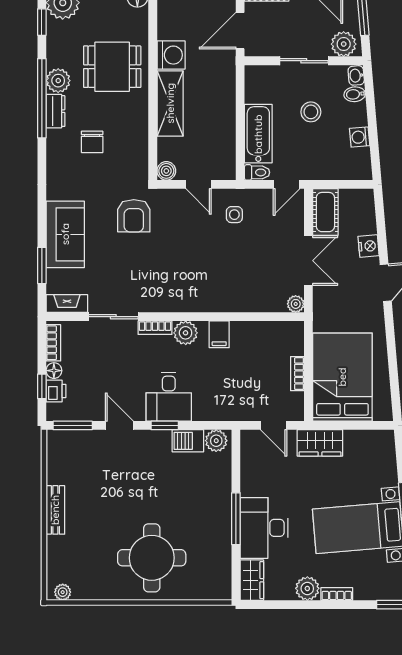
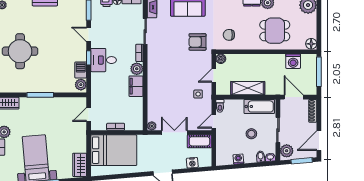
washing machine: (171, 55) -> (293, 61), moved
dining table: (112, 67) -> (275, 31), turned 90
shelving: (170, 103) -> (248, 88), moved
bathtub: (258, 134) -> (259, 106), moved
chair: (92, 142) -> (229, 35), moved
door: (286, 184) -> (214, 121), hinge flipped
nightstand: (369, 246) -> (192, 163), moved
double door: (308, 261) -> (174, 133), swing flipped
filing cabinet: (219, 334) -> (136, 86), width x2.00
door: (119, 425) -> (89, 34), swing flipped
wardrobe: (320, 443) -> (80, 165), moved
desk: (264, 528) -> (36, 109), removed

